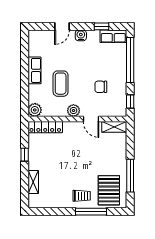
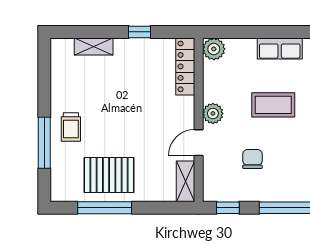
coffee table: (61, 84) -> (273, 105), moved
pallet: (109, 190) -> (109, 175), moved

